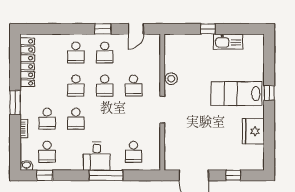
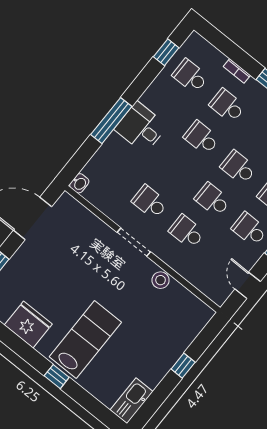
kitchen sink: (228, 42) -> (132, 401), moved
school desk: (133, 152) -> (150, 202), moved
washbasin: (26, 165) -> (79, 183), moved

